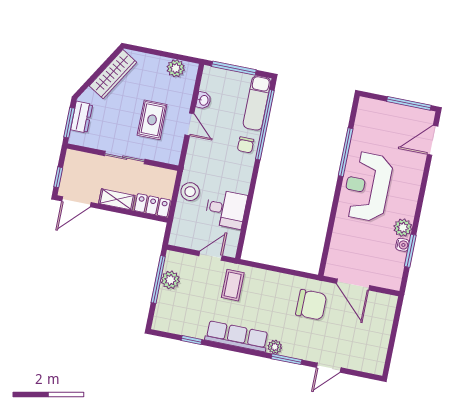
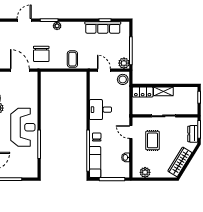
door: (189, 124) -> (131, 132), moved
stool: (190, 192) -> (123, 79), moved
door: (76, 202) -> (186, 85), removed
desk: (226, 209) -> (101, 110), moved
door: (211, 256) -> (104, 70), swing flipped
plant: (170, 280) -> (124, 63), moved
coffee table: (233, 285) -> (72, 59), moved
chair: (311, 305) -> (41, 54), turned -90
row of seats: (237, 336) -> (103, 27), moved

